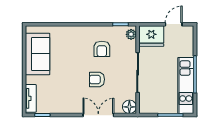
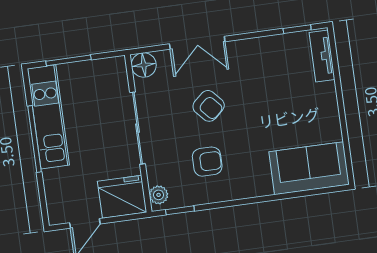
armchair: (102, 49) -> (207, 162), turned 90
sofa: (38, 54) -> (309, 168), moved, turned 90
armchair: (97, 79) -> (209, 106), turned 48

